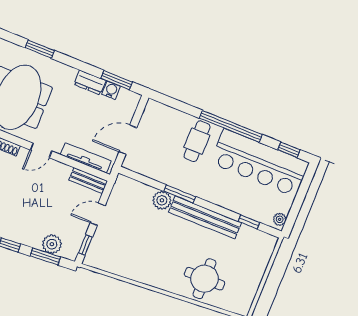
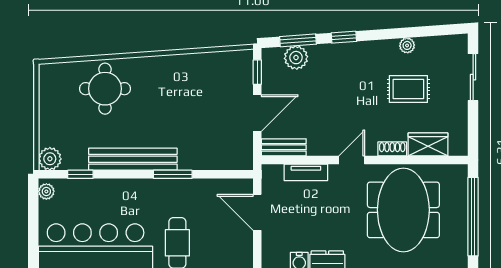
door: (128, 140) -> (257, 212), swing flipped
tv unit: (86, 158) -> (306, 172), width x0.71
plant: (162, 200) -> (50, 159), moved
door: (98, 214) -> (257, 113), width x1.38

